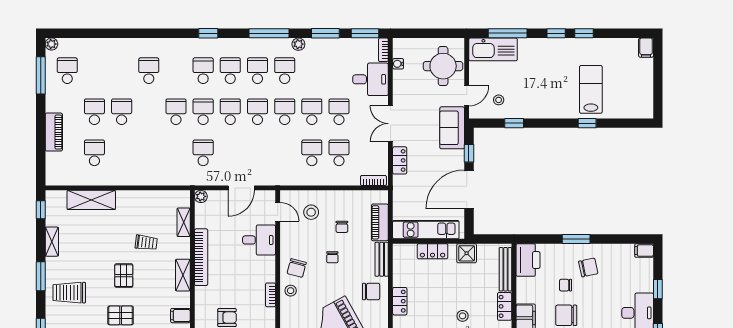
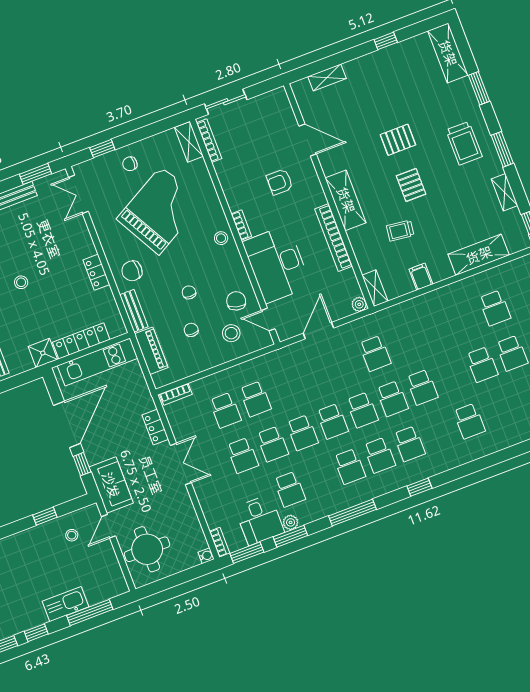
plant: (298, 44) -> (291, 522), moved
kitchen sink: (493, 49) -> (65, 604), moved, width x0.73, depth x0.81
water cooler: (398, 64) -> (206, 556), moved
school desk: (285, 71) -> (290, 489), moved
desk: (371, 79) -> (259, 520), moved, turned -90
shelving: (184, 222) -> (375, 288), moved
desk: (259, 240) -> (277, 264), width x1.87, depth x1.30
locker: (433, 251) -> (81, 341), width x1.53
chair: (297, 268) -> (236, 301), moved
shelving: (183, 275) -> (346, 200), width x1.50, depth x1.33
trolley: (69, 293) -> (464, 143), turned 90
filing cabinet: (180, 316) -> (421, 277), moved, turned -90

